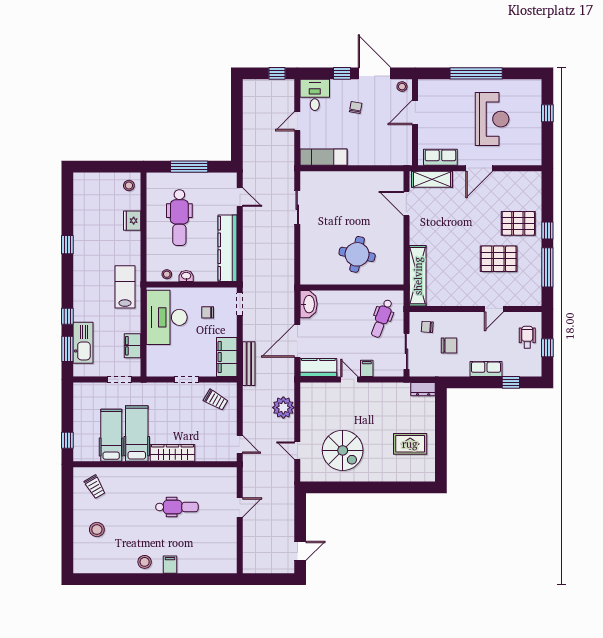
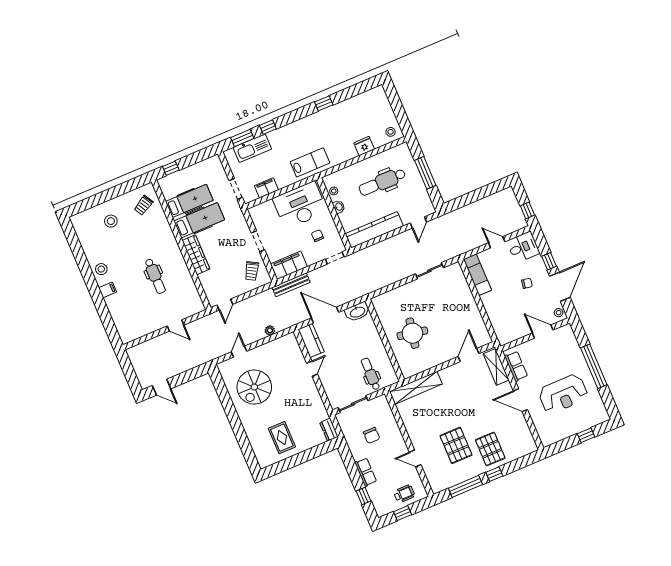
dental chair: (382, 318) -> (371, 374), turned 69
chair: (427, 327) -> (379, 412), removed
filing cabinet: (367, 368) -> (326, 379), removed
plant: (283, 408) -> (270, 330), width x0.53, depth x0.53

